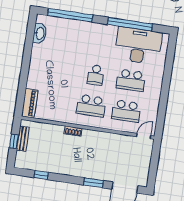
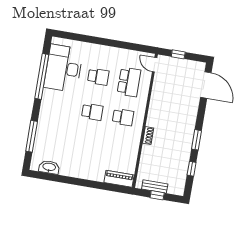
window: (70, 15) -> (32, 136), width x0.68
school desk: (131, 80) -> (98, 77), width x0.54
school desk: (91, 106) -> (123, 117), width x0.54
window: (155, 159) -> (178, 54), added
window: (94, 183) -> (196, 140), moved

